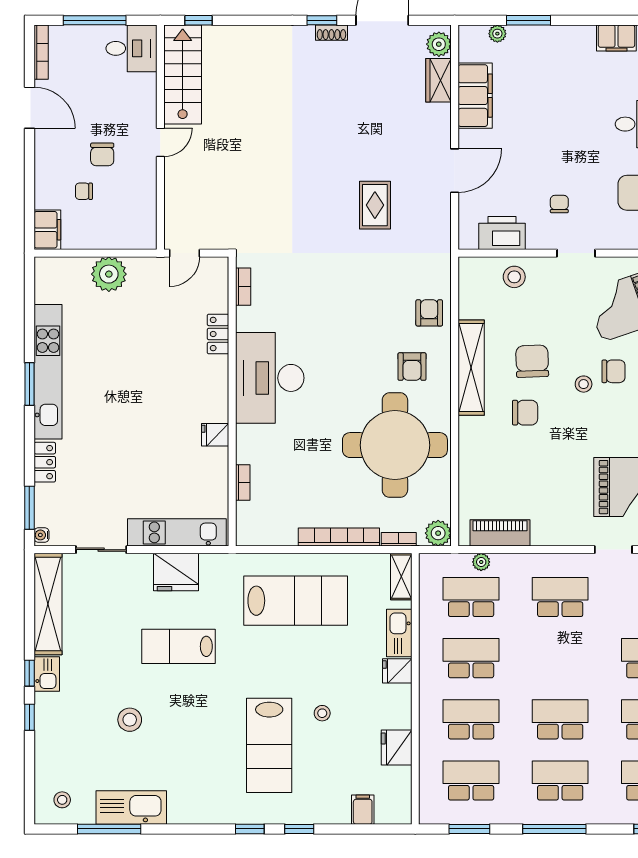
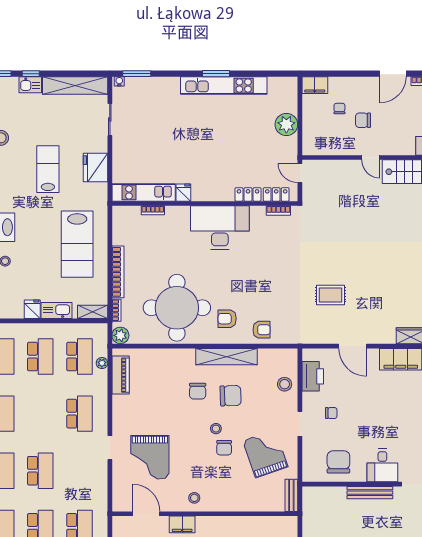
locker: (45, 462) -> (276, 194), moved, turned 180
kitchen unit: (177, 532) -> (144, 192), moved, turned -90

